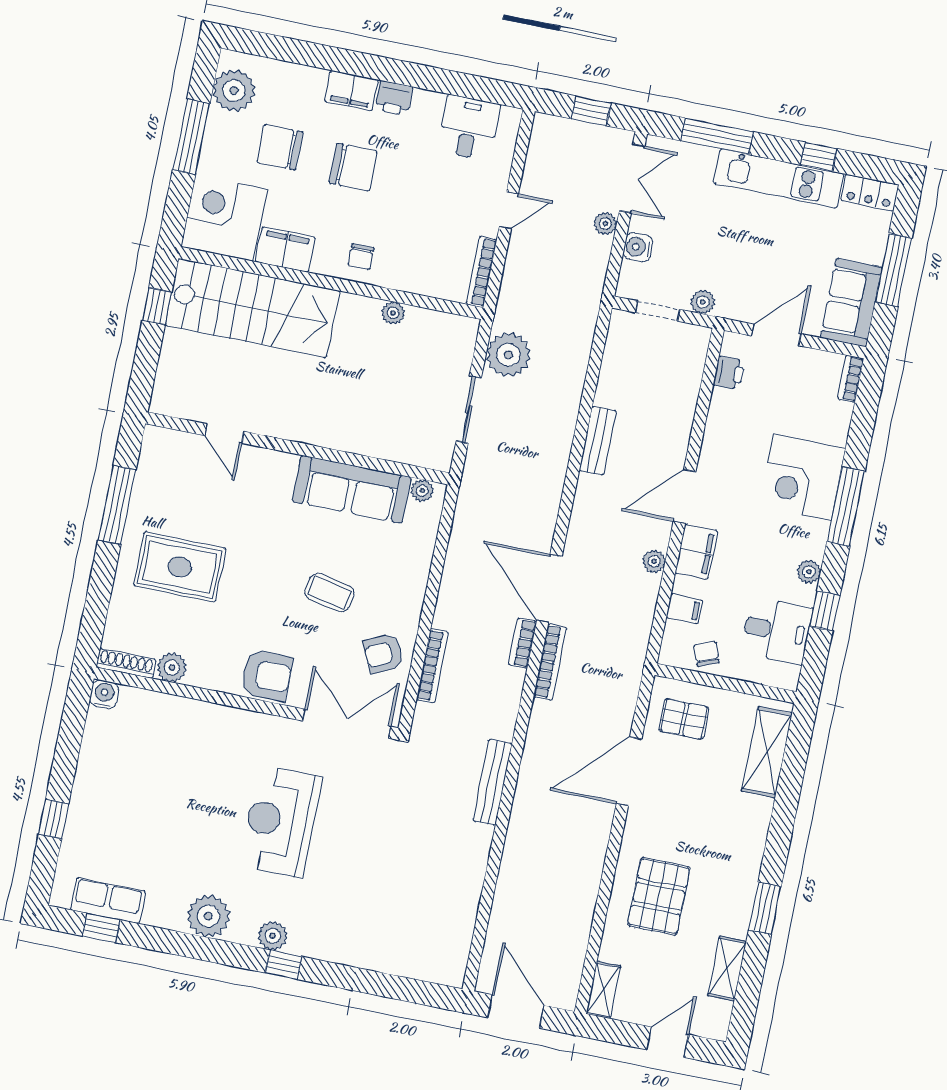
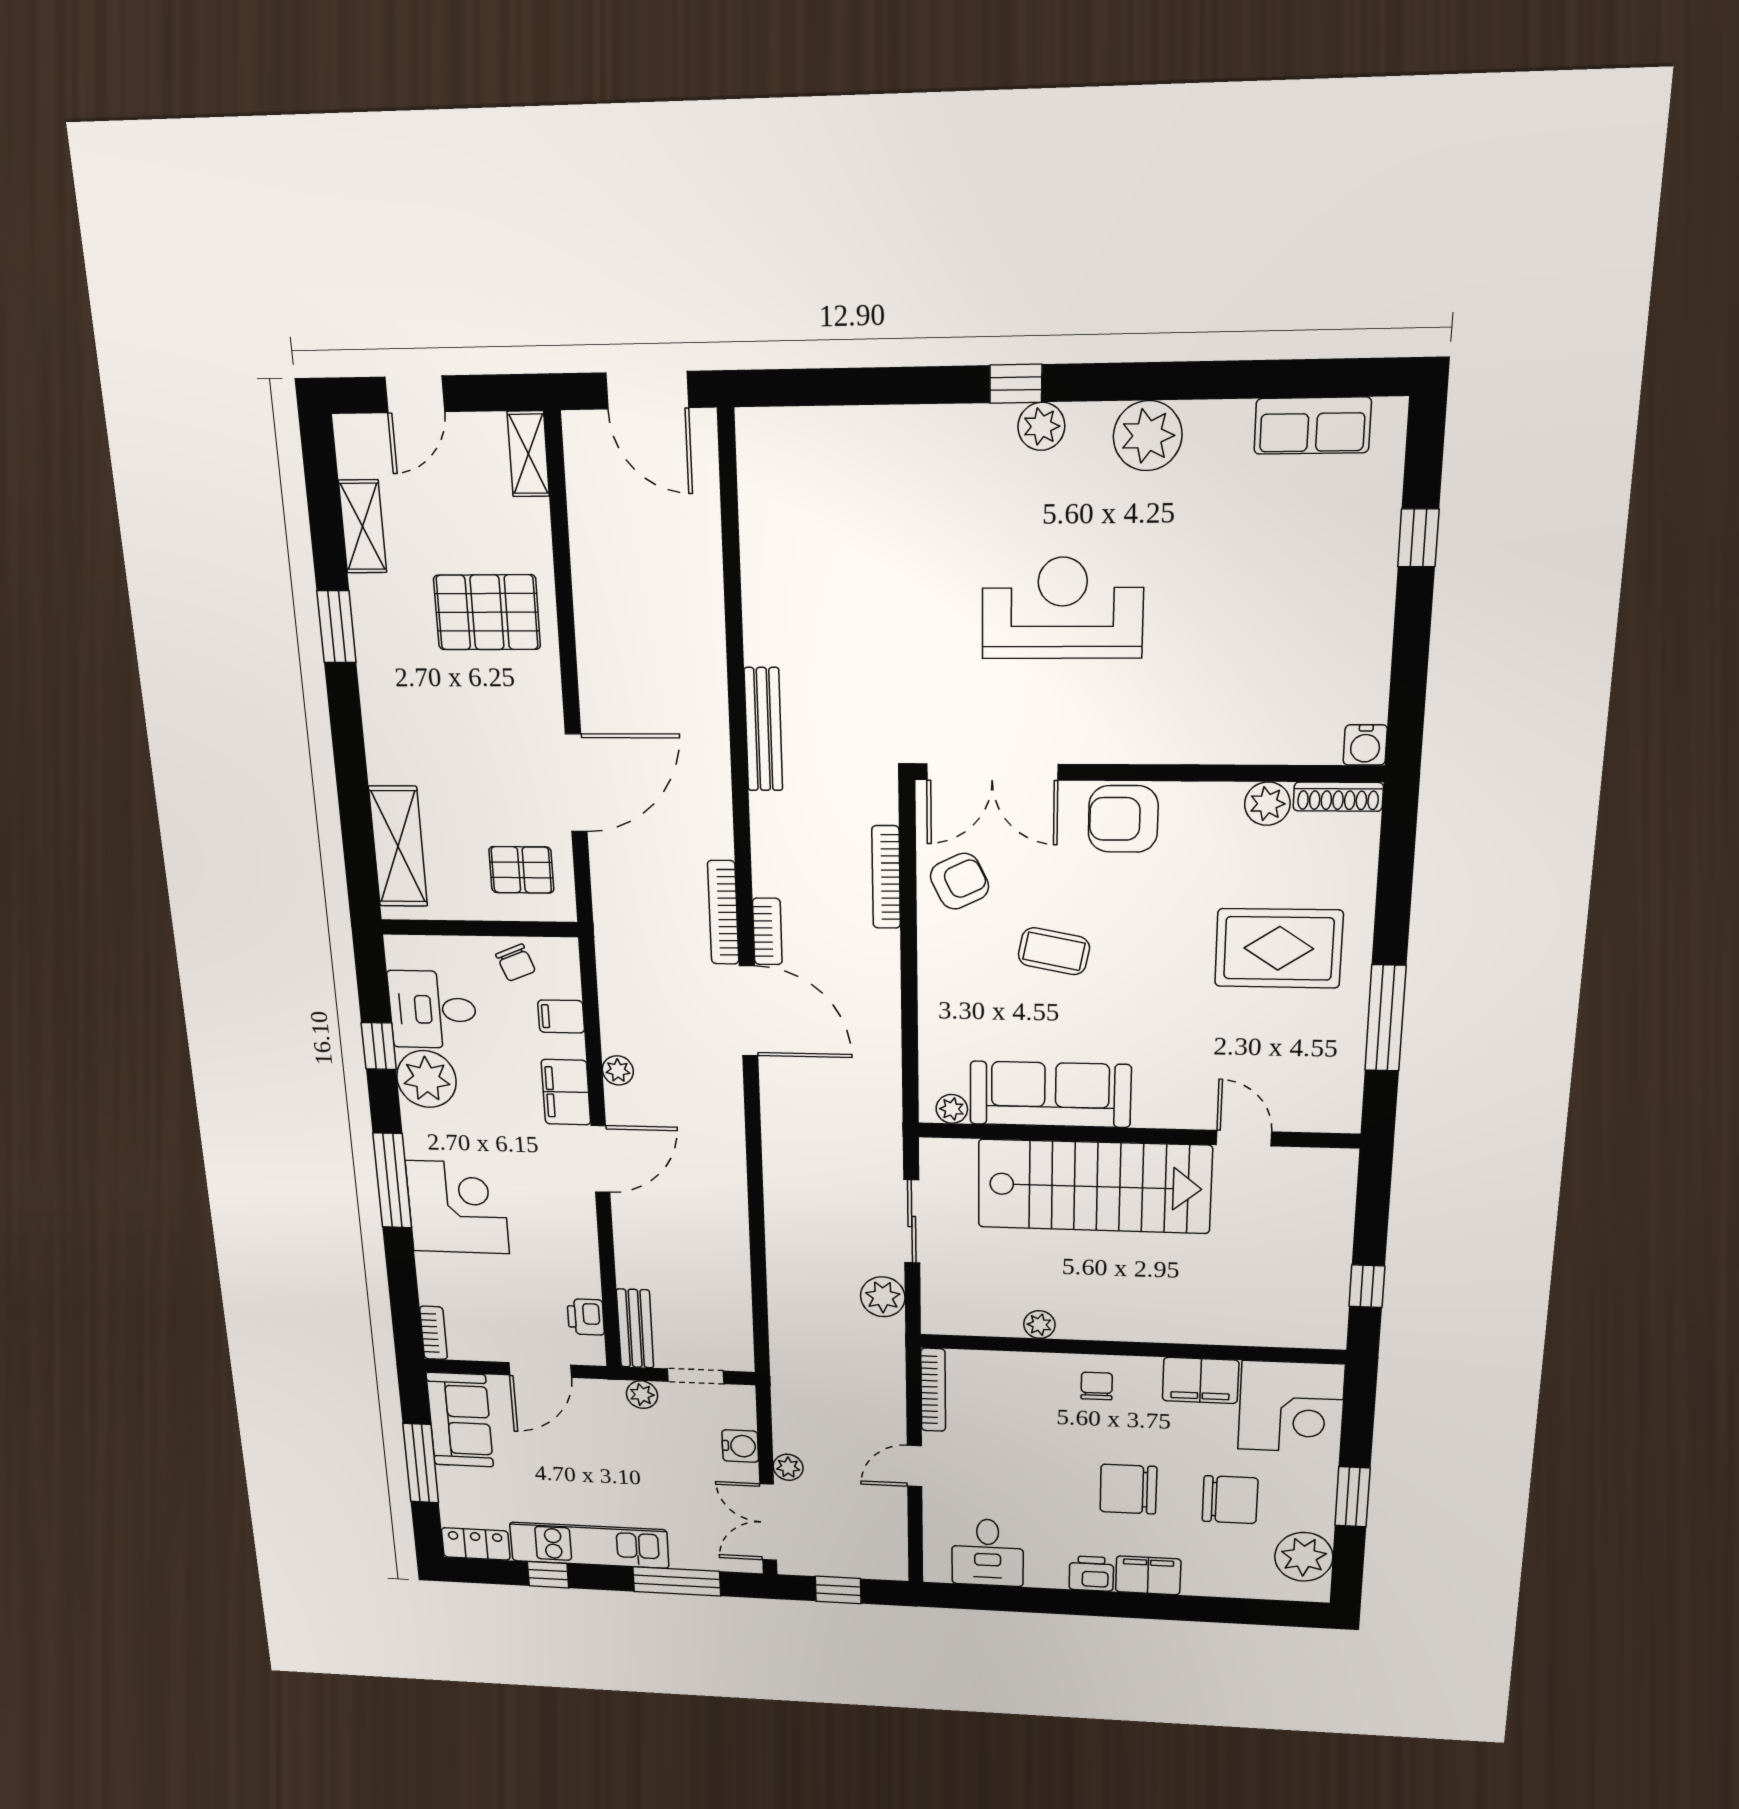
window: (191, 137) -> (1353, 1497), width x0.69
stairs: (252, 308) -> (1094, 1186), moved, turned 180
plant: (508, 355) -> (883, 1297), width x0.73, depth x0.73
bench: (598, 441) -> (635, 1328), moved
plant: (809, 572) -> (426, 1079), width x1.88, depth x1.88
reception desk: (281, 821) -> (1062, 608), turned -90
pallet: (659, 896) -> (487, 612), turned 90
window: (101, 928) -> (1316, 378), removed

